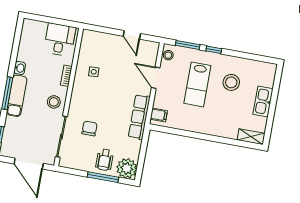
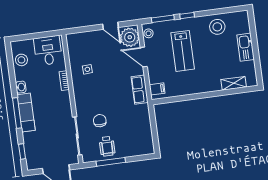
stool: (231, 82) -> (217, 27), moved
stool: (54, 102) -> (21, 60), moved
row of seats: (139, 117) -> (140, 90), width x0.68
shelving: (251, 137) -> (234, 83), moved
wheelchair: (105, 160) -> (107, 146), moved
plant: (127, 168) -> (130, 37), moved
window: (103, 177) -> (111, 162), moved

